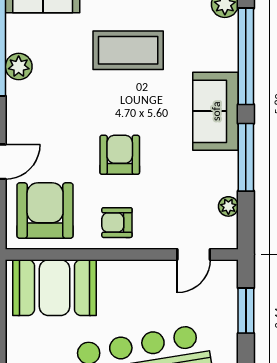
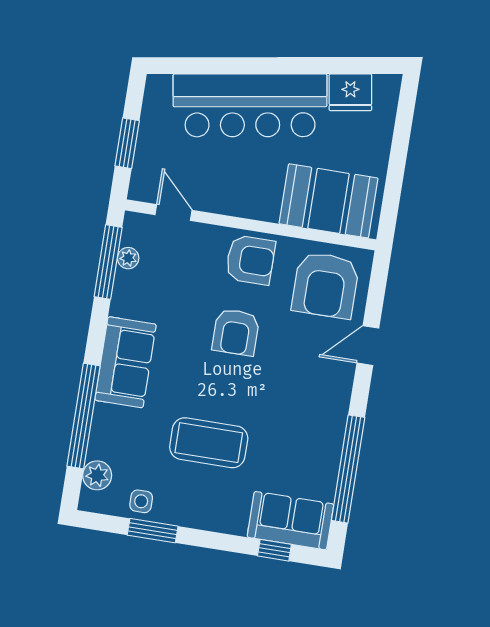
plant: (19, 67) -> (329, 444), removed
window: (246, 157) -> (108, 262), moved
armchair: (117, 223) -> (250, 260), width x1.38, depth x1.38
door: (194, 254) -> (174, 213), hinge flipped

